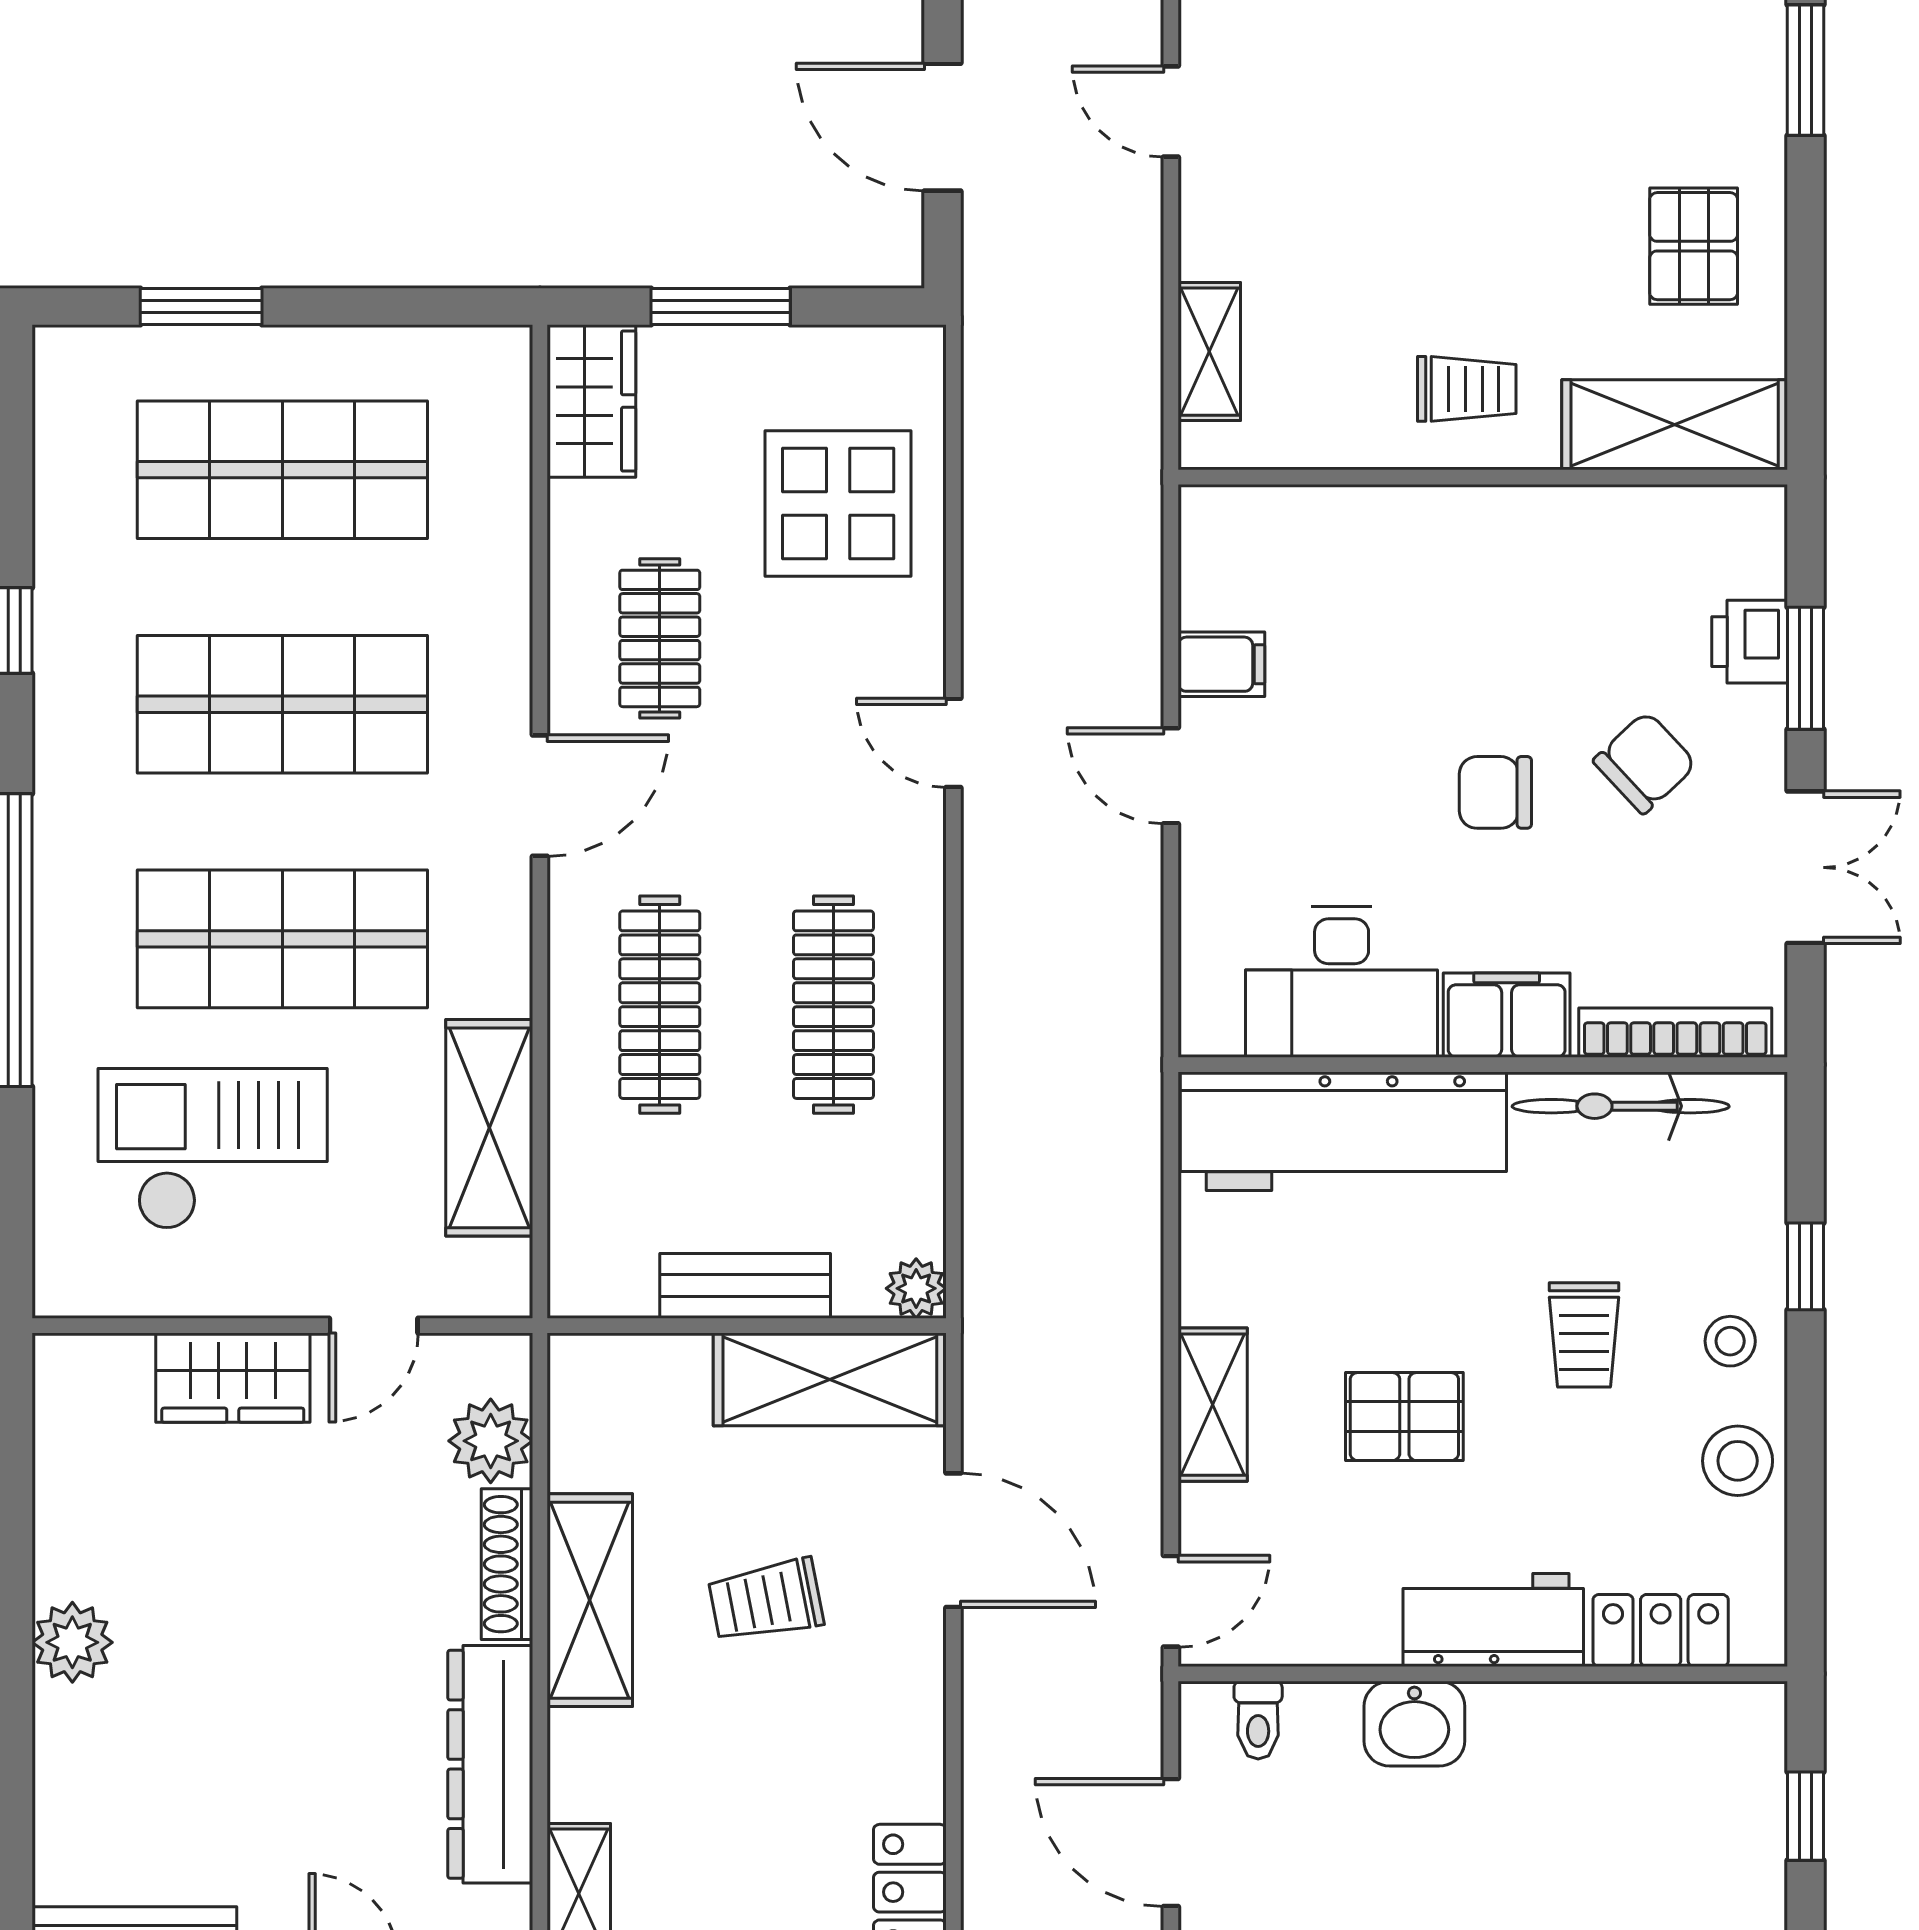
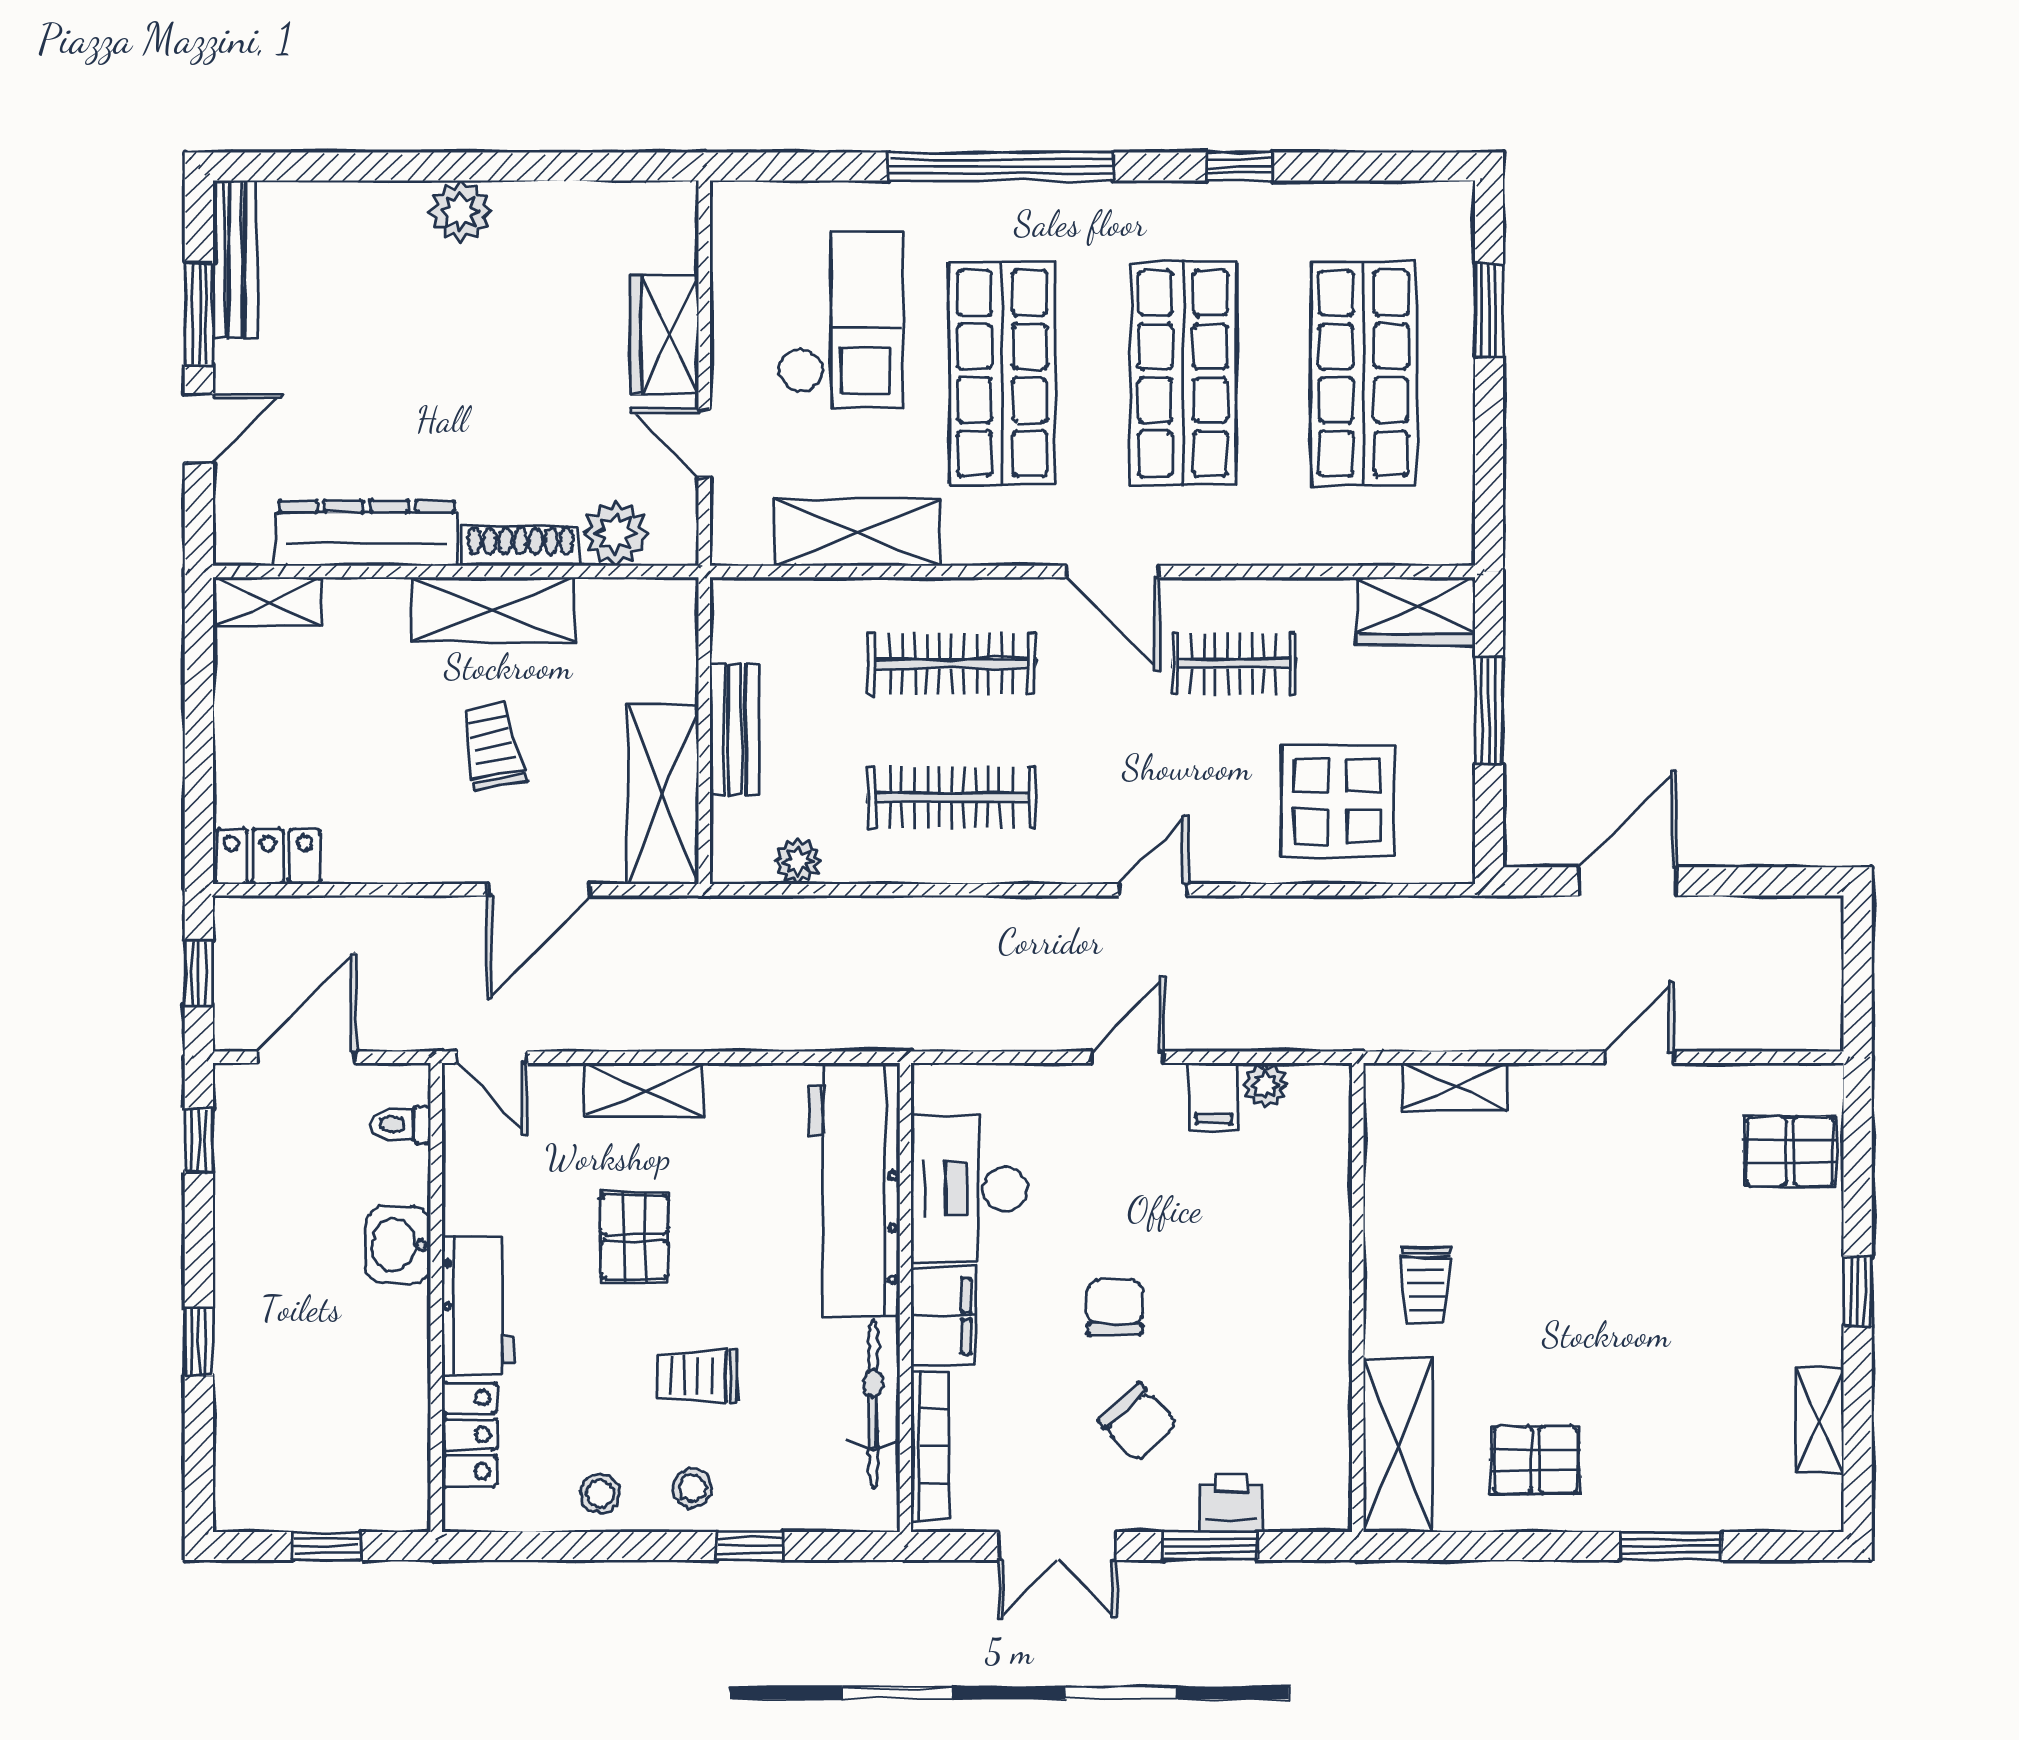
plant: (1207, 597) -> (1265, 1085), added
plant: (916, 1288) -> (798, 861), moved
stool: (1738, 1461) -> (600, 1494), width x0.73, depth x0.73

